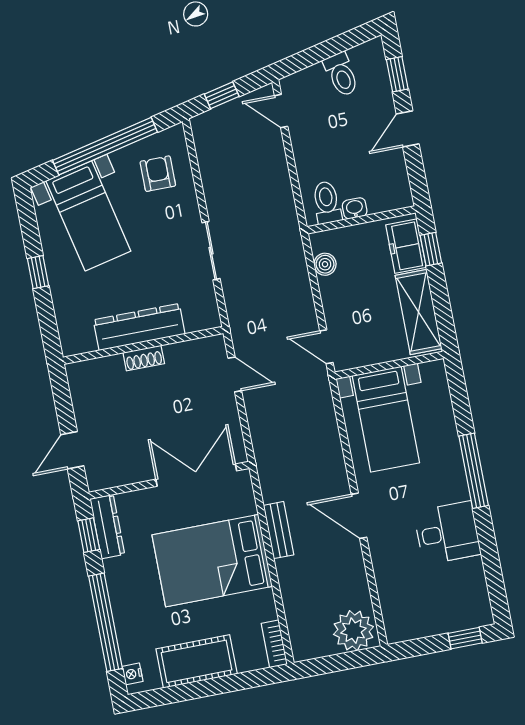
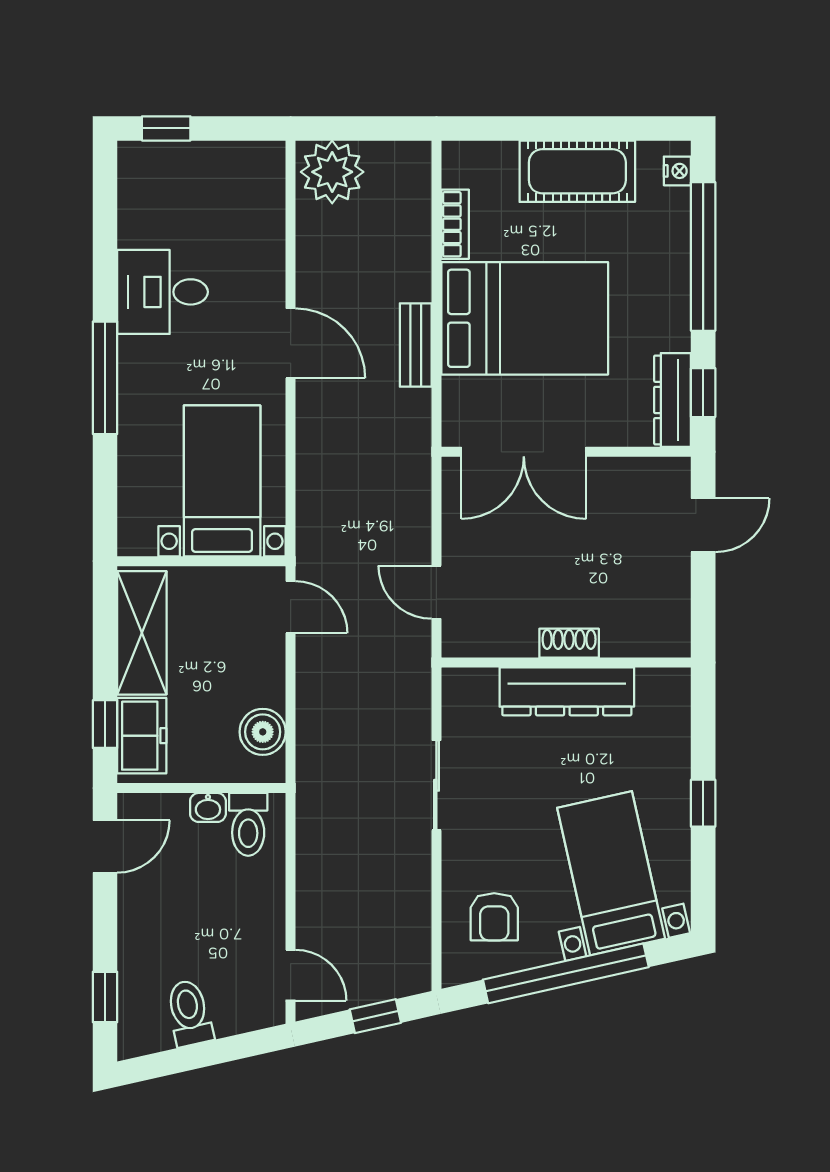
door: (408, 129) -> (105, 846), moved
boiler: (325, 264) -> (263, 732), width x1.36, depth x1.36
bookcase: (274, 644) -> (455, 224), moved

